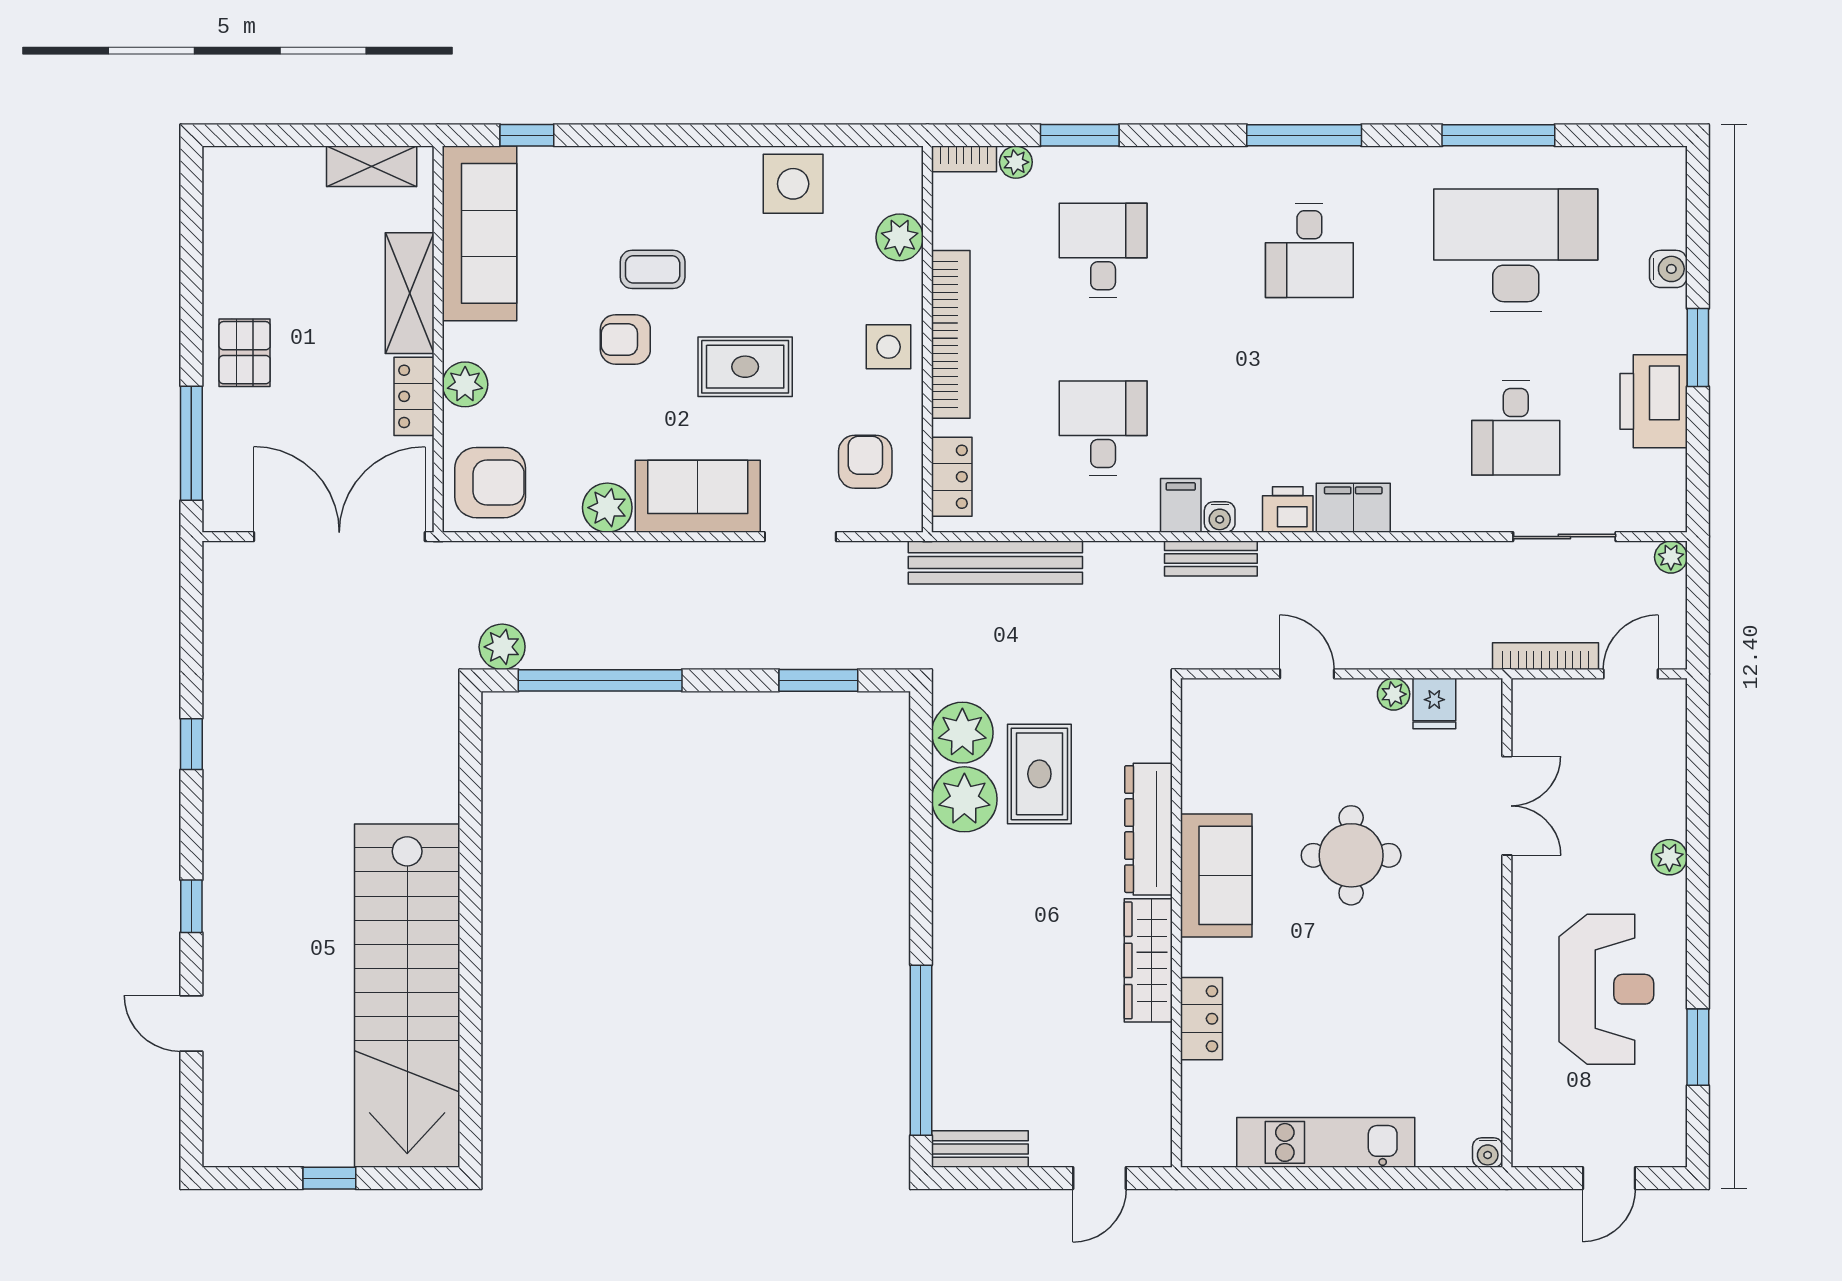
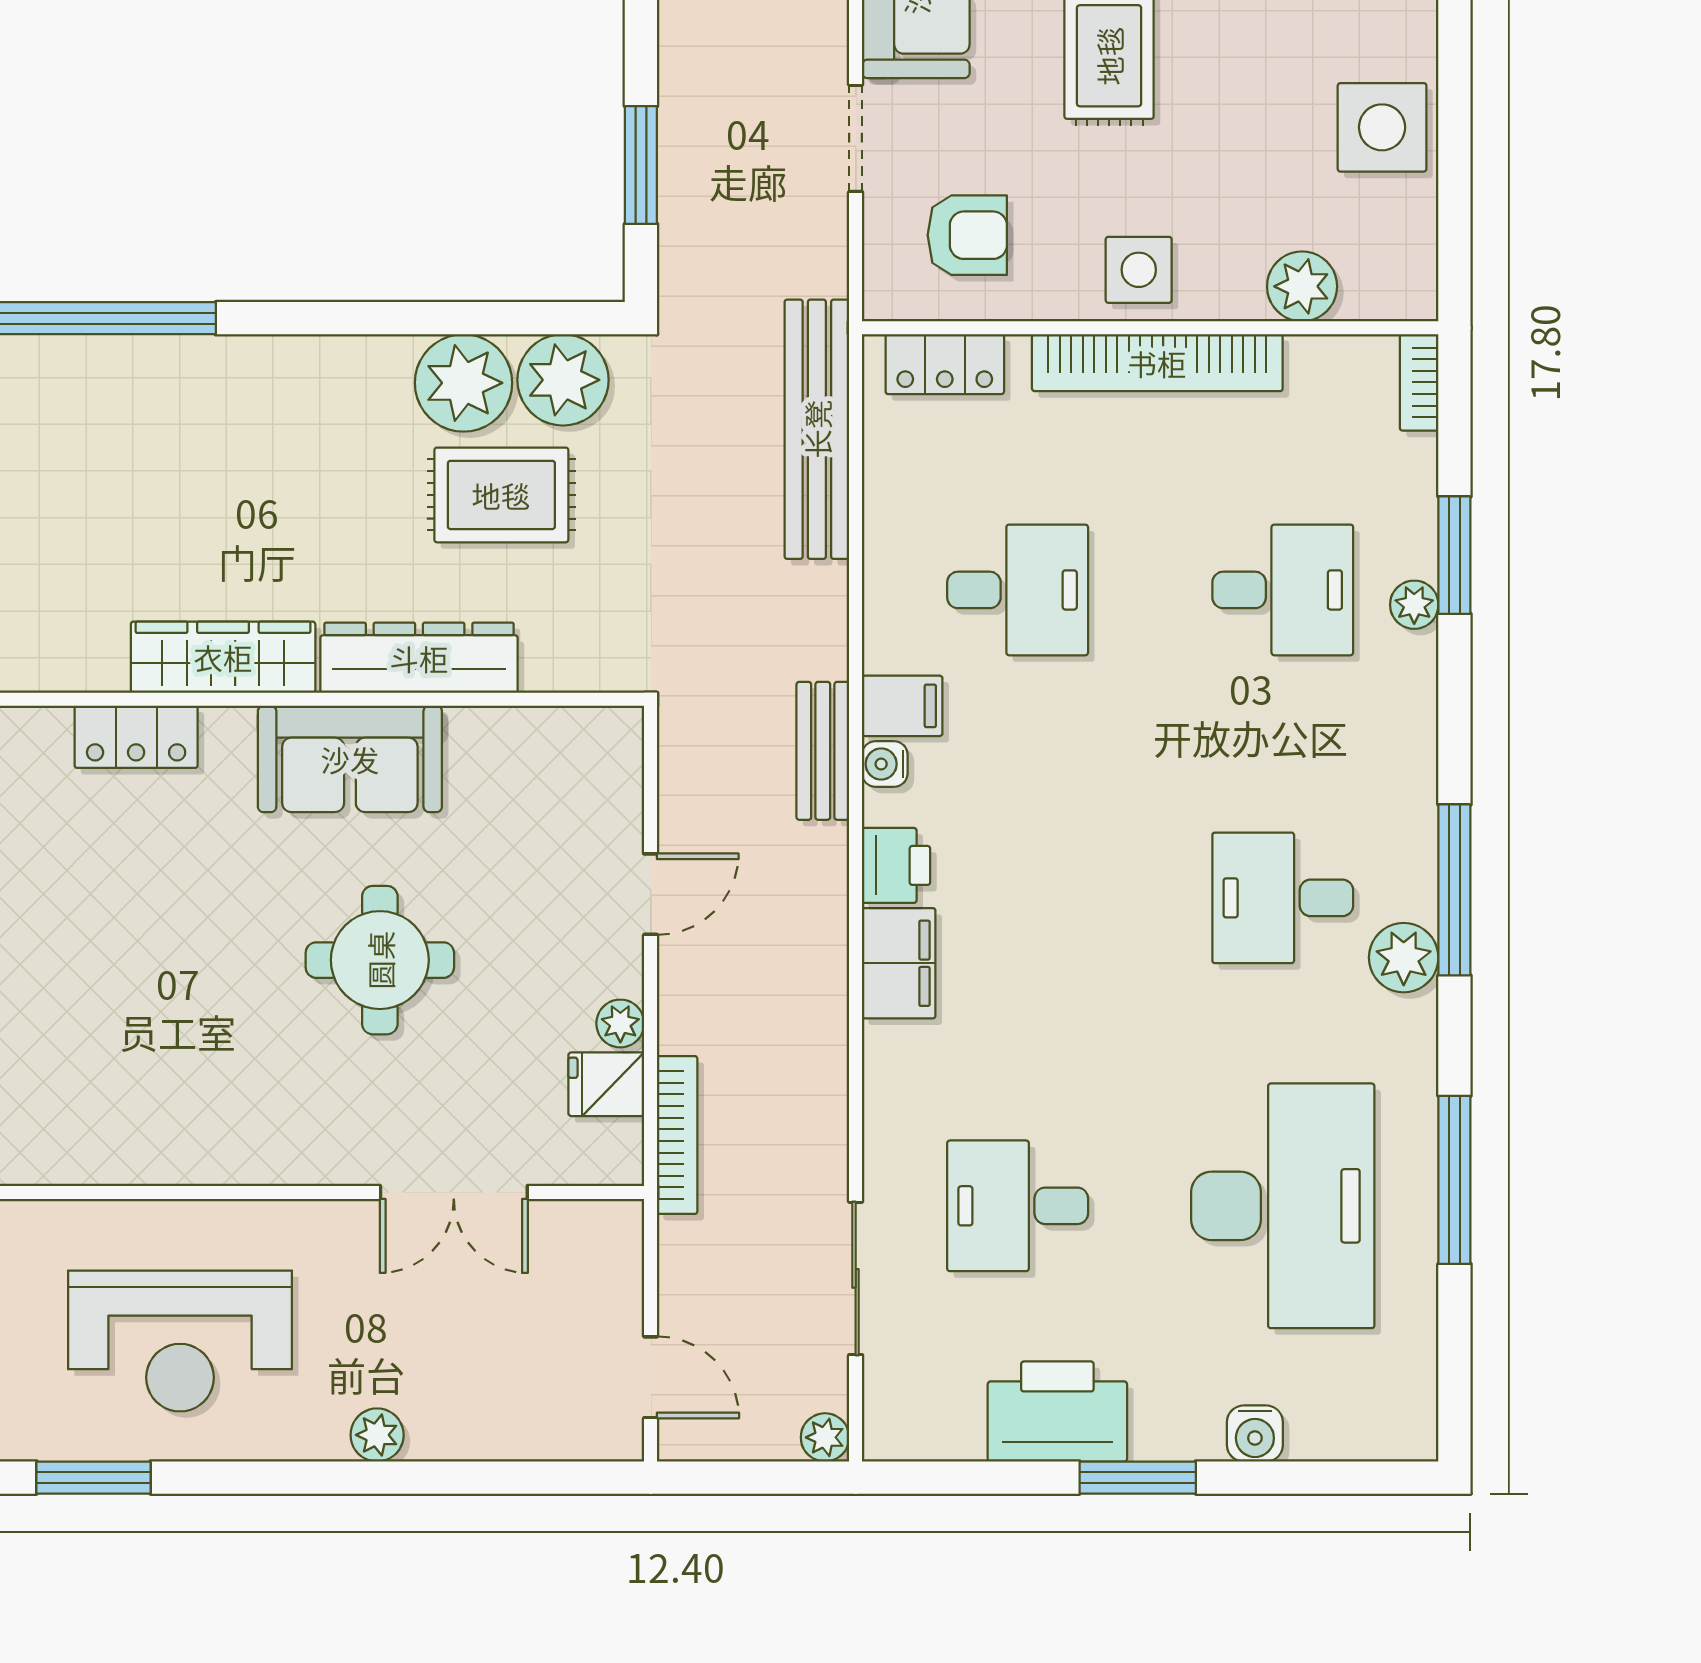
plant: (1016, 162) -> (1414, 605), moved
plant: (1349, 169) -> (1404, 958), added
bookcase: (1546, 656) -> (677, 1135), moved

